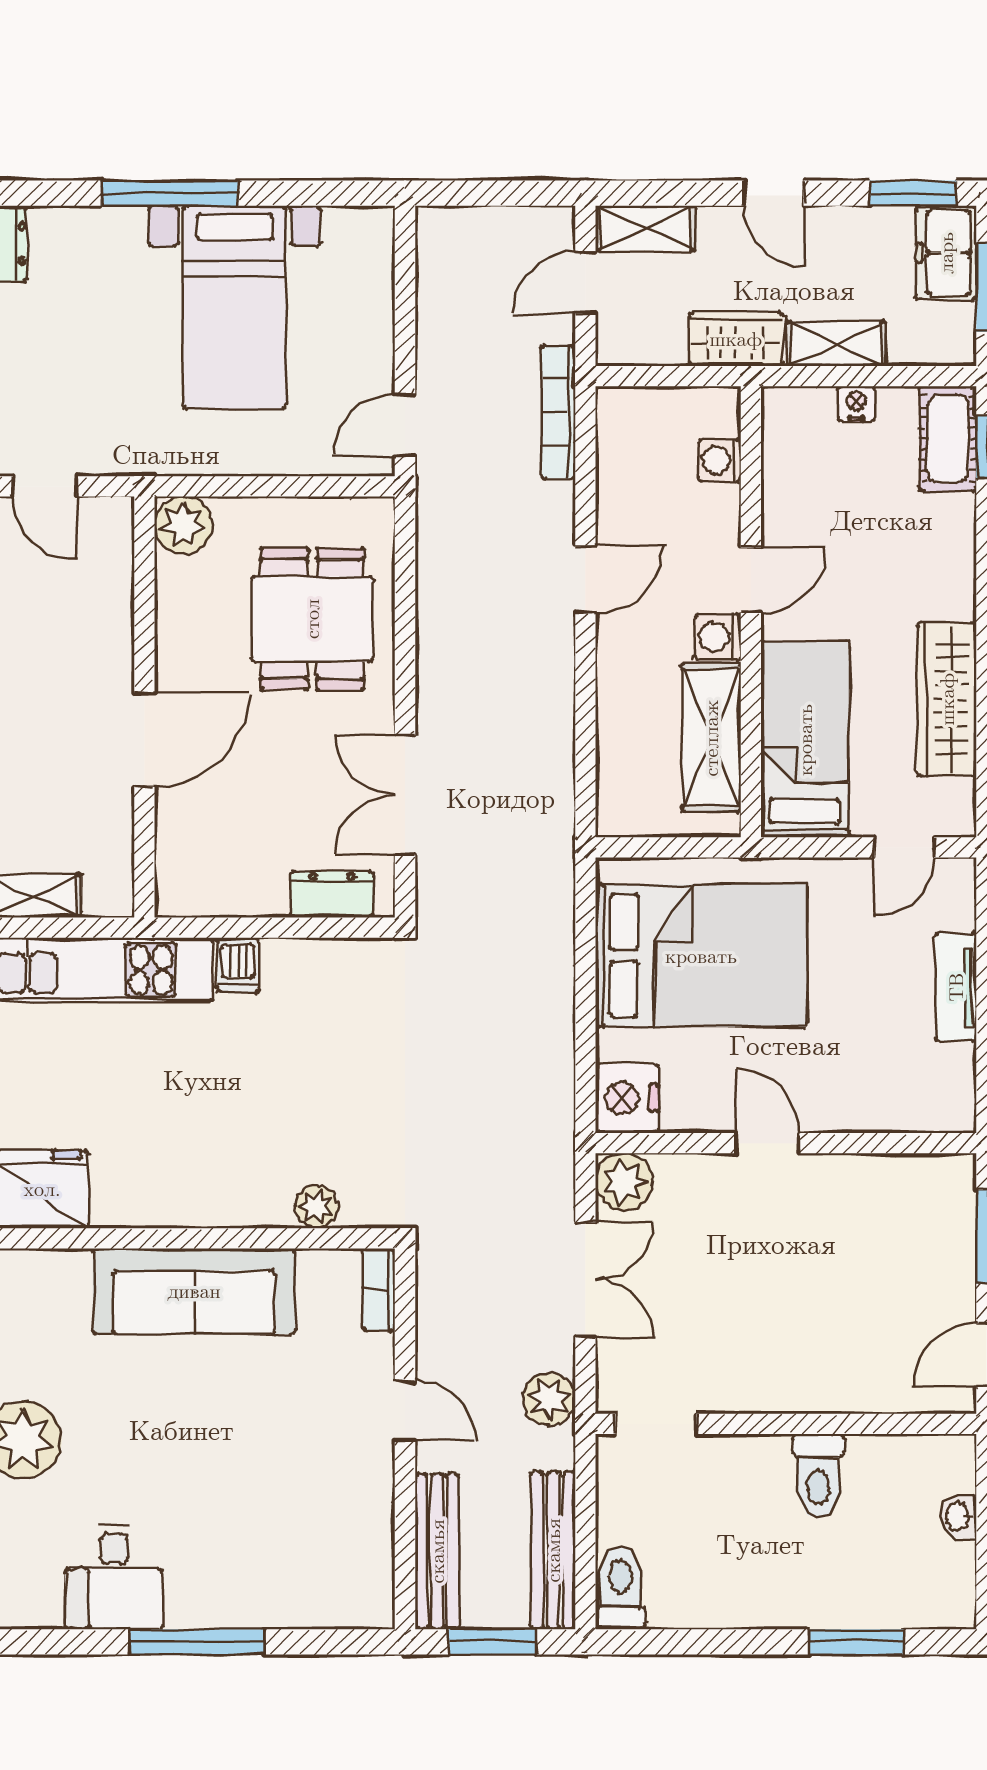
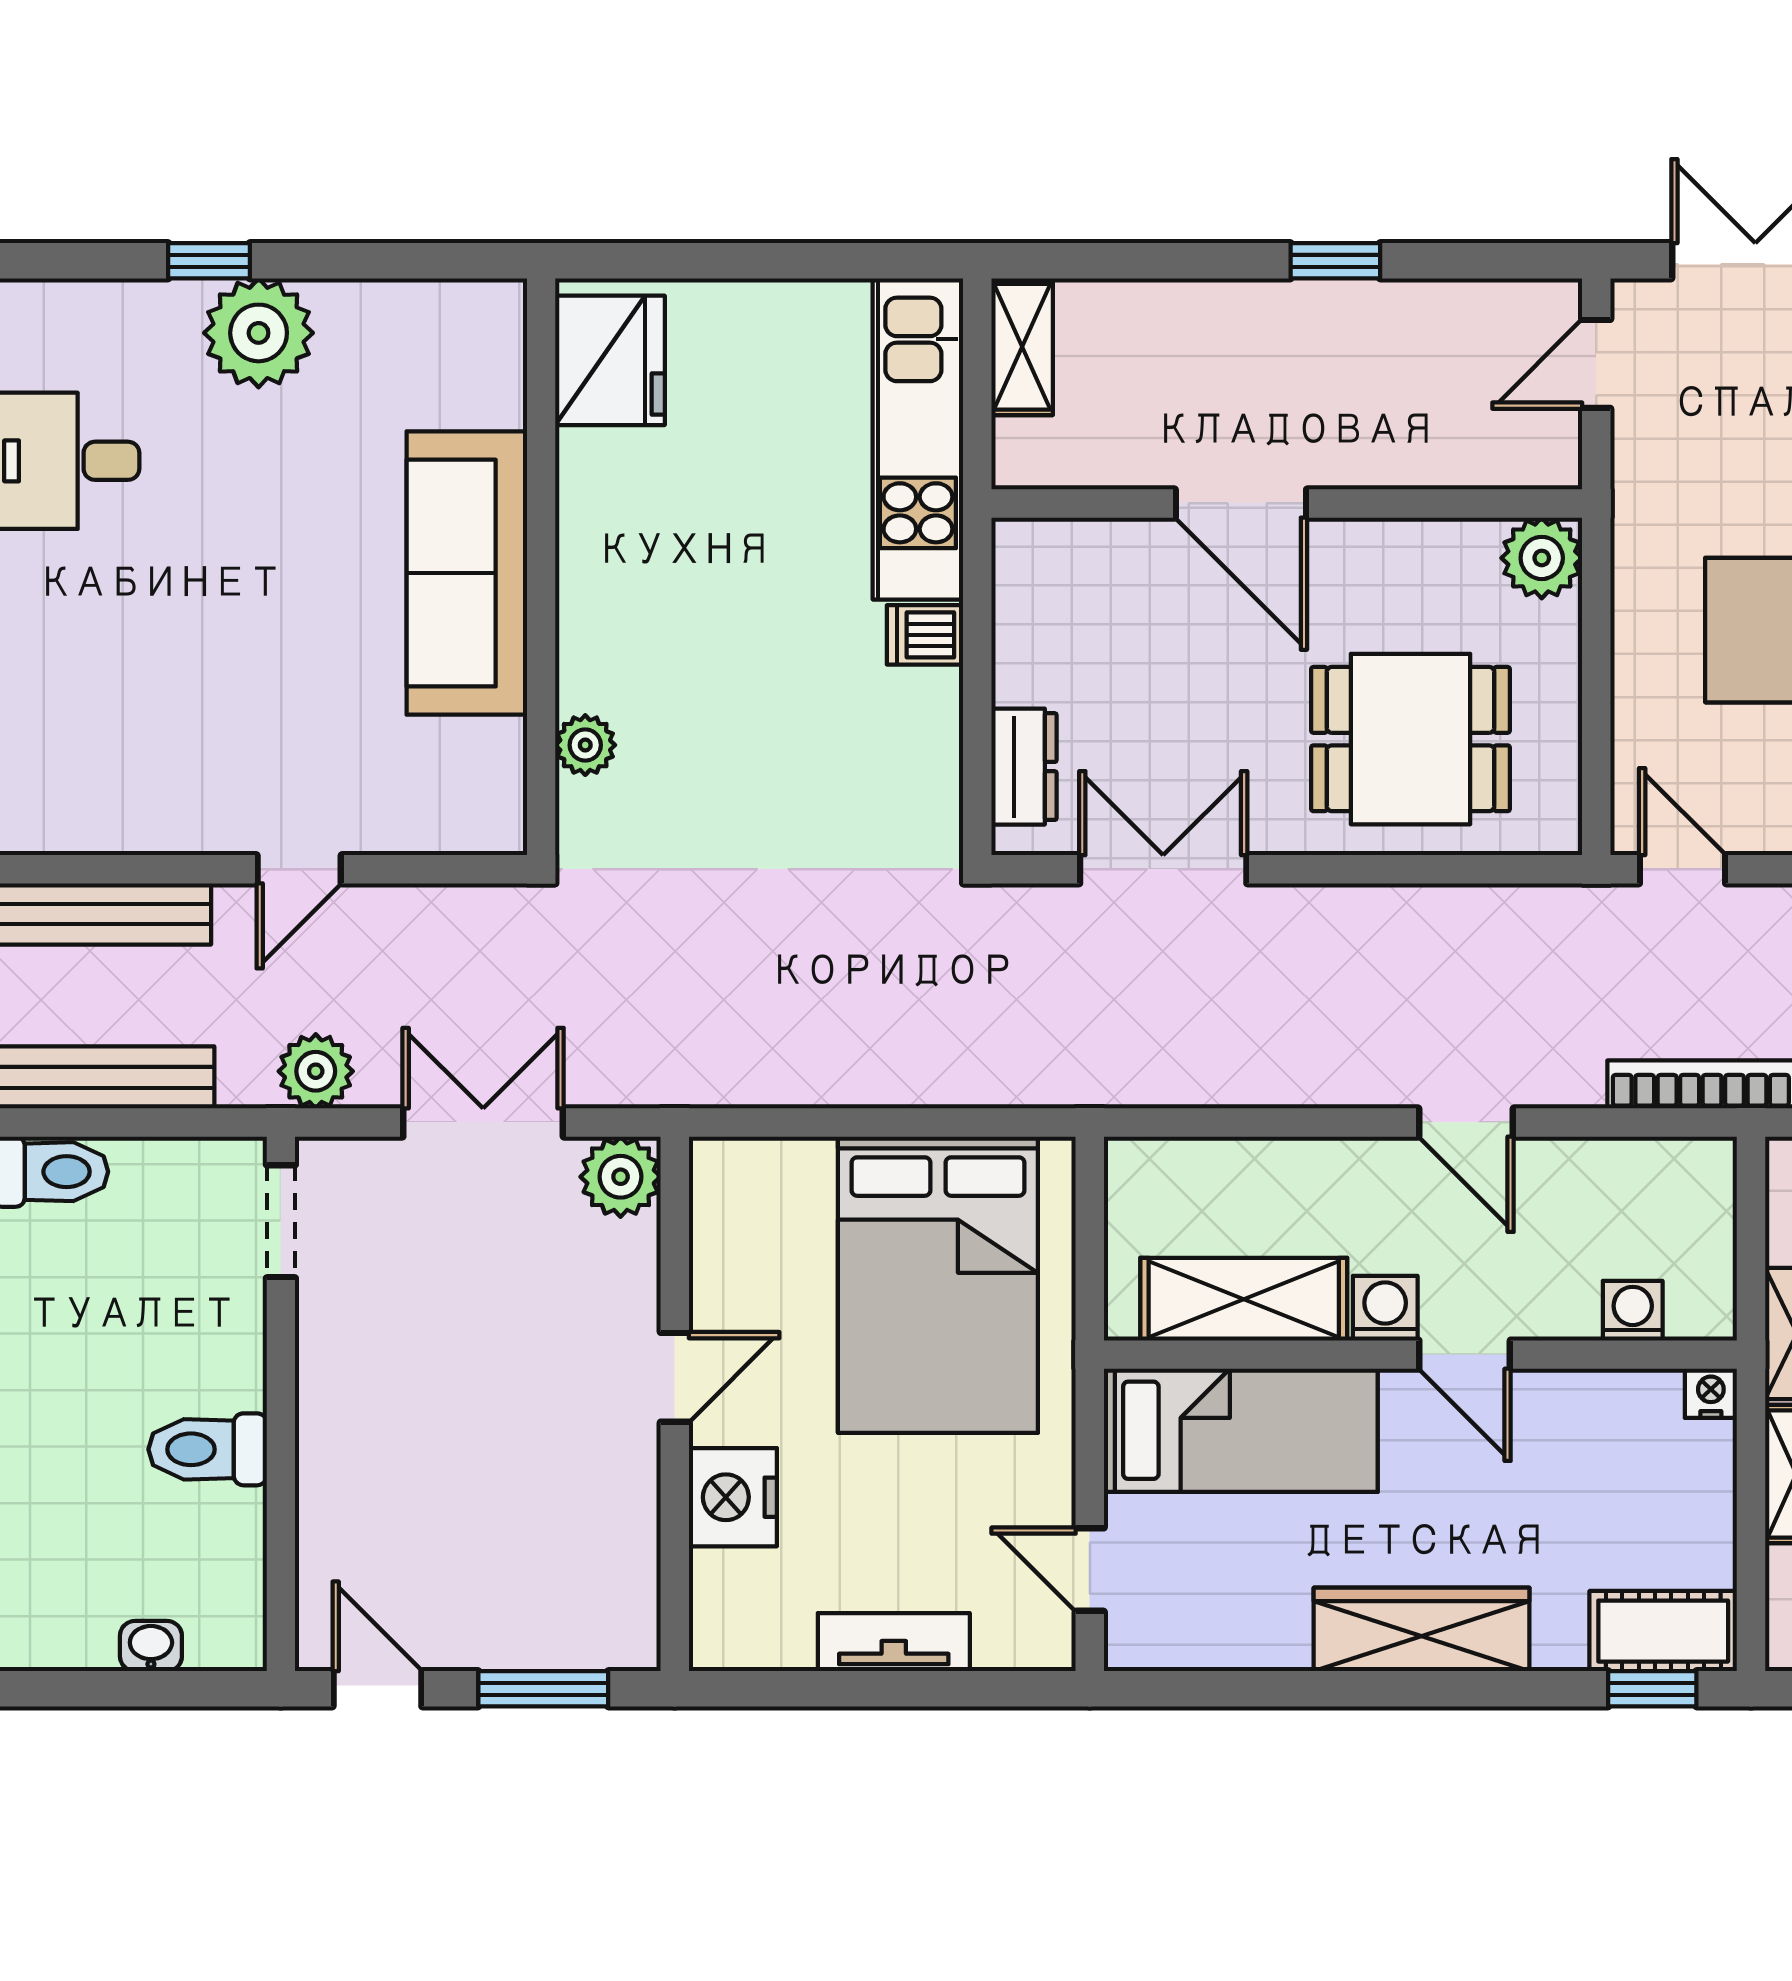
nightstand: (856, 404) -> (1711, 1393), moved, turned -90
wardrobe: (947, 699) -> (1422, 1629), moved
nightstand: (627, 1098) -> (733, 1497), moved, turned -90
double door: (585, 1280) -> (483, 1122), swing flipped
bookcase: (378, 1290) -> (469, 832), removed

